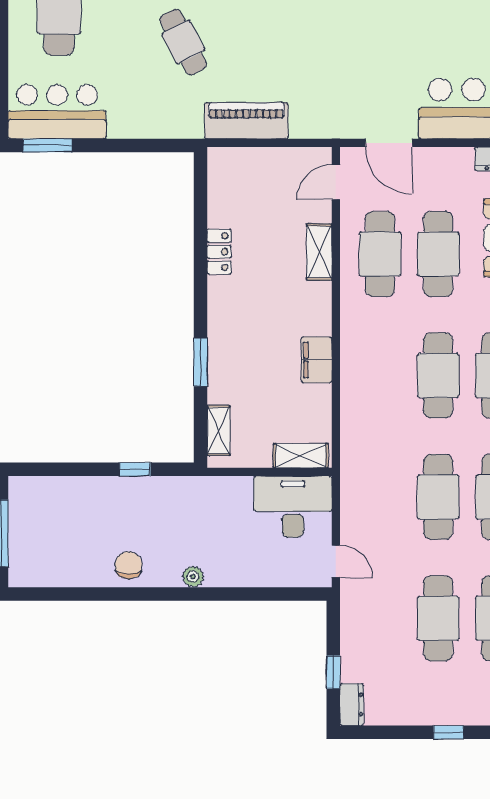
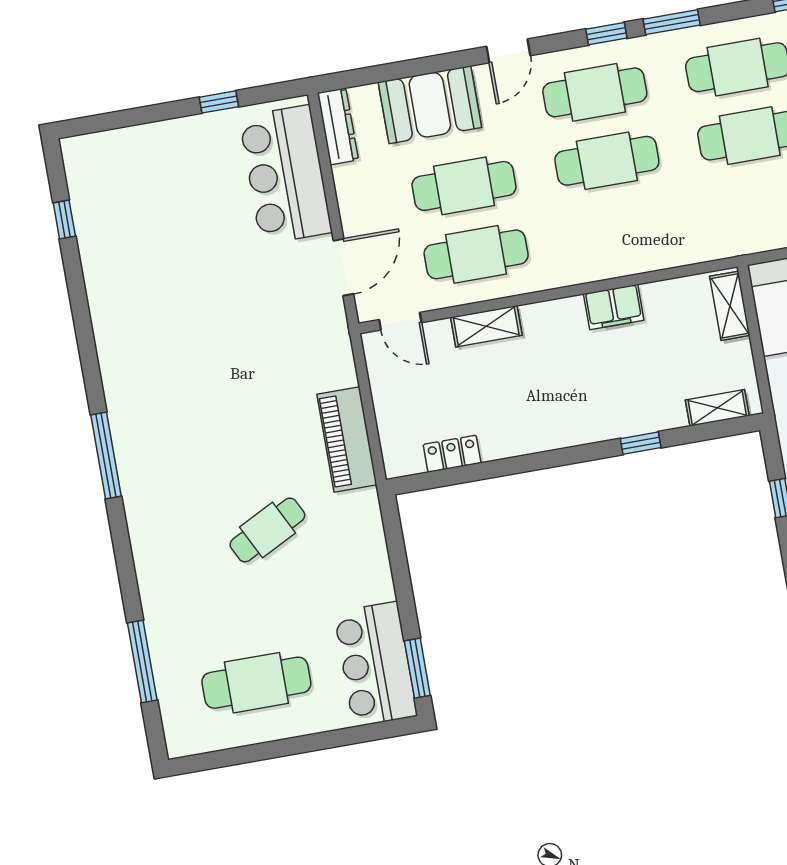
locker: (219, 252) -> (452, 454), moved
window: (201, 362) -> (641, 443), width x0.67

